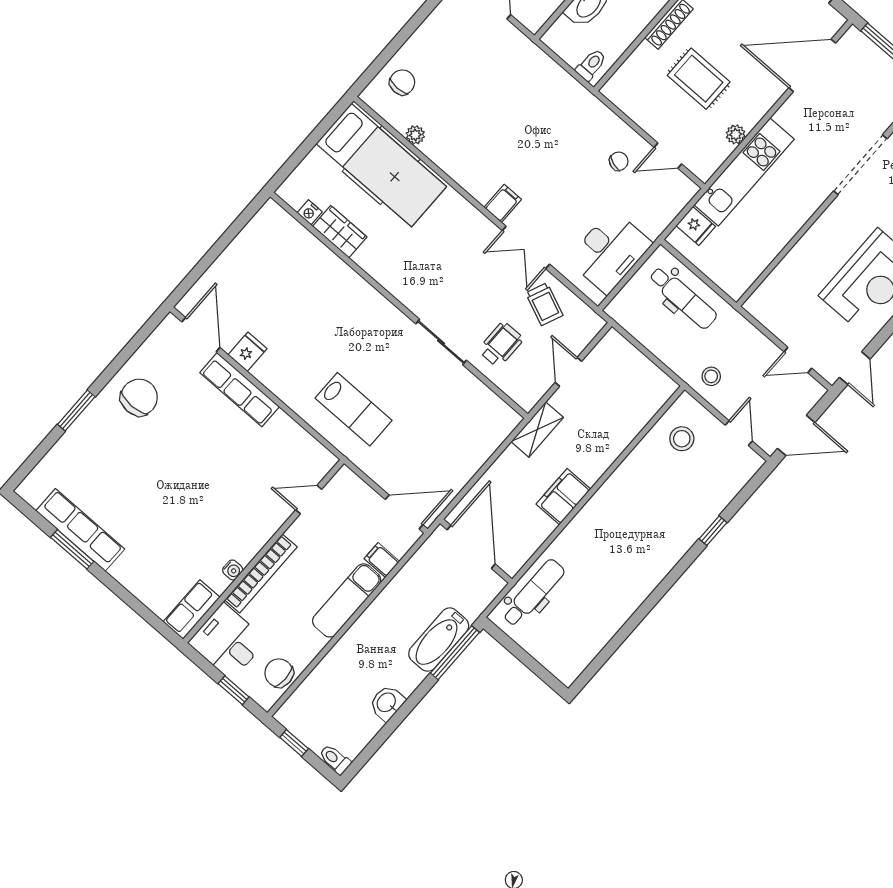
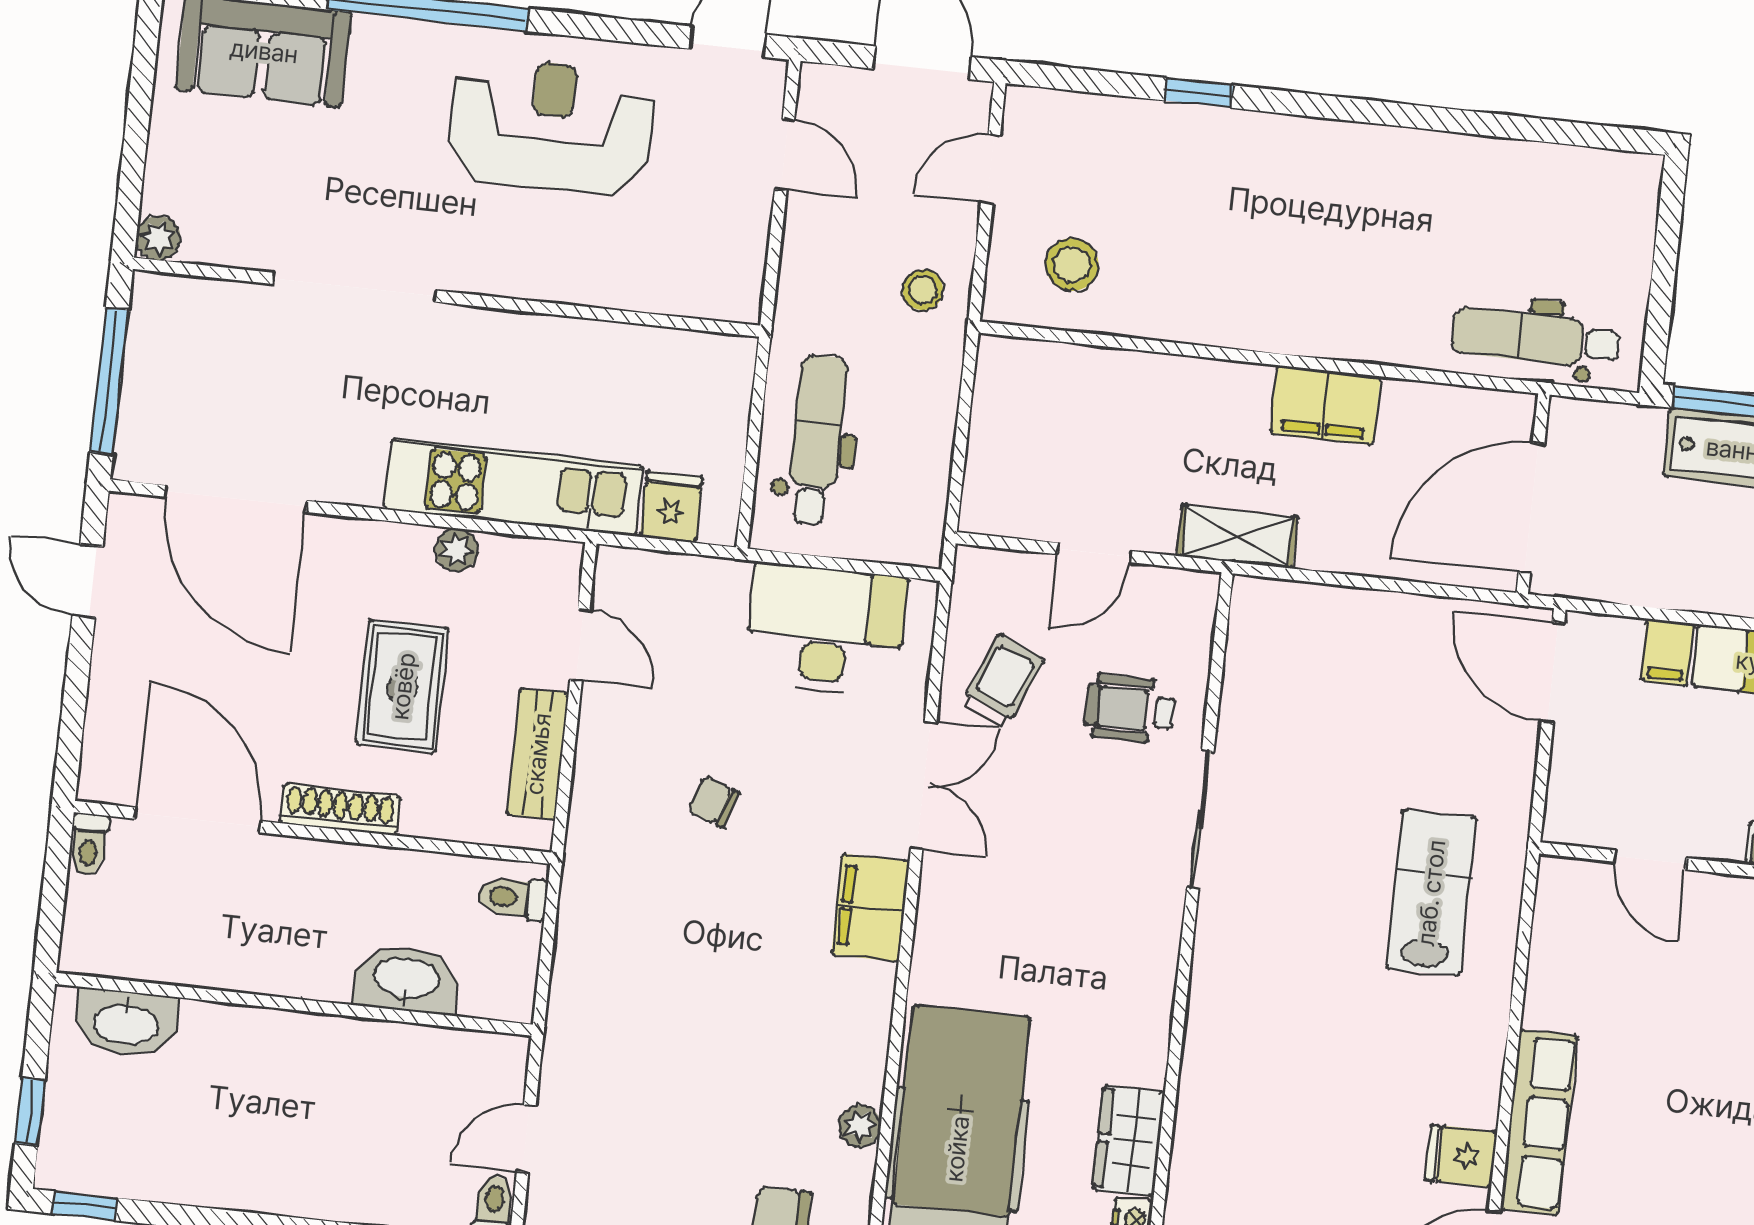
bench: (638, 112) -> (538, 754), added
chair: (619, 161) -> (714, 802), moved
filing cabinet: (503, 203) -> (871, 908), width x2.00

